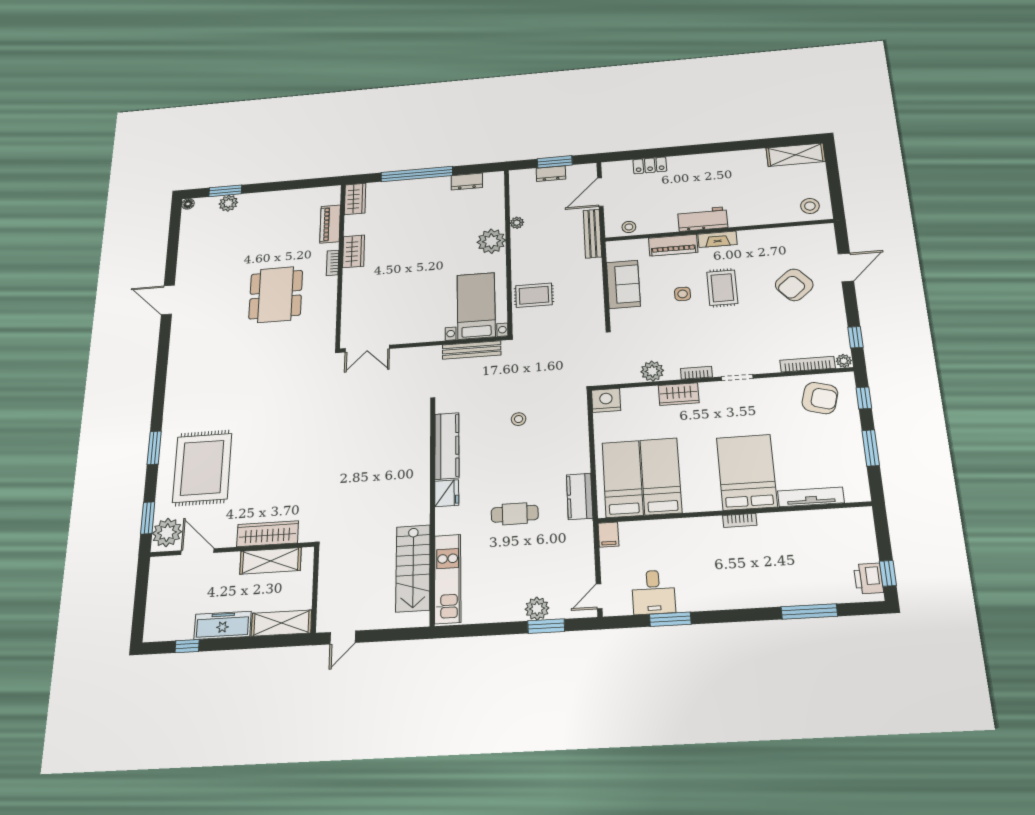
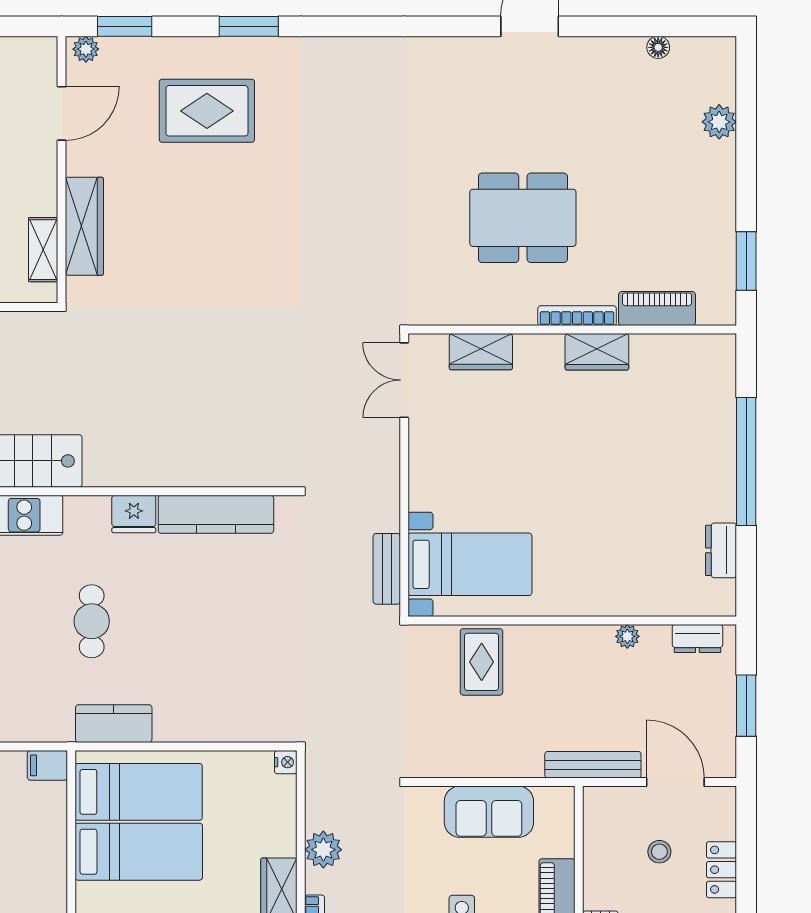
dresser: (551, 174) -> (697, 639), moved, turned -90
window: (225, 191) -> (746, 261), moved
wardrobe: (355, 199) -> (481, 352), moved
floor lamp: (188, 204) -> (658, 47), moved
stool: (629, 227) -> (659, 852), moved
plant: (491, 241) -> (594, 592), removed
bookcase: (333, 263) -> (577, 316), width x1.56
bench: (472, 350) -> (387, 569), width x0.73
nightstand: (606, 400) -> (286, 762), width x0.53, depth x0.56
stool: (519, 419) -> (255, 631), removed
rug: (202, 468) -> (207, 111), width x0.73, depth x0.69
plant: (167, 533) -> (86, 49), width x0.53, depth x0.53
shelving: (270, 561) -> (43, 250), width x0.67, depth x0.75

